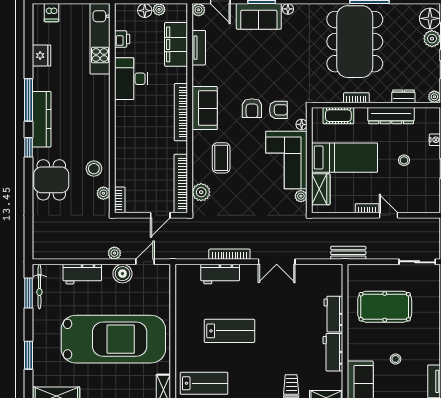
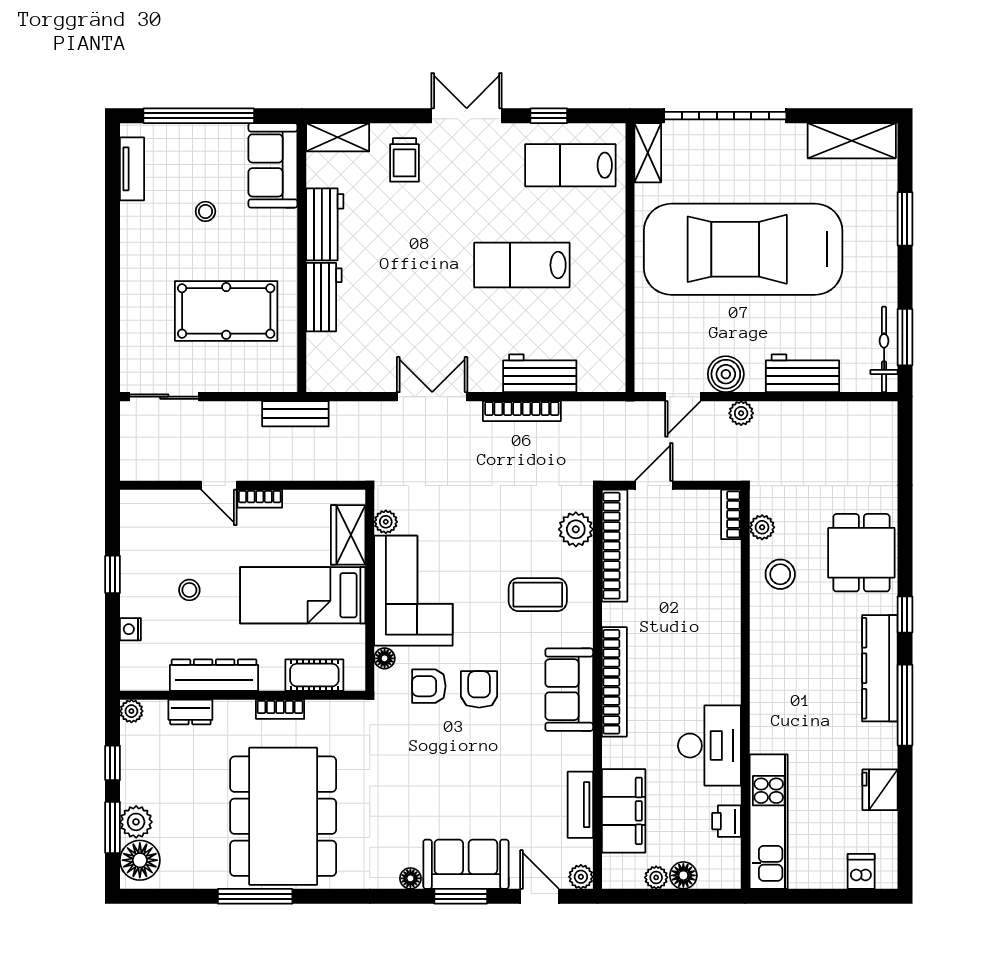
coffee table: (221, 158) -> (538, 595), turned 90

